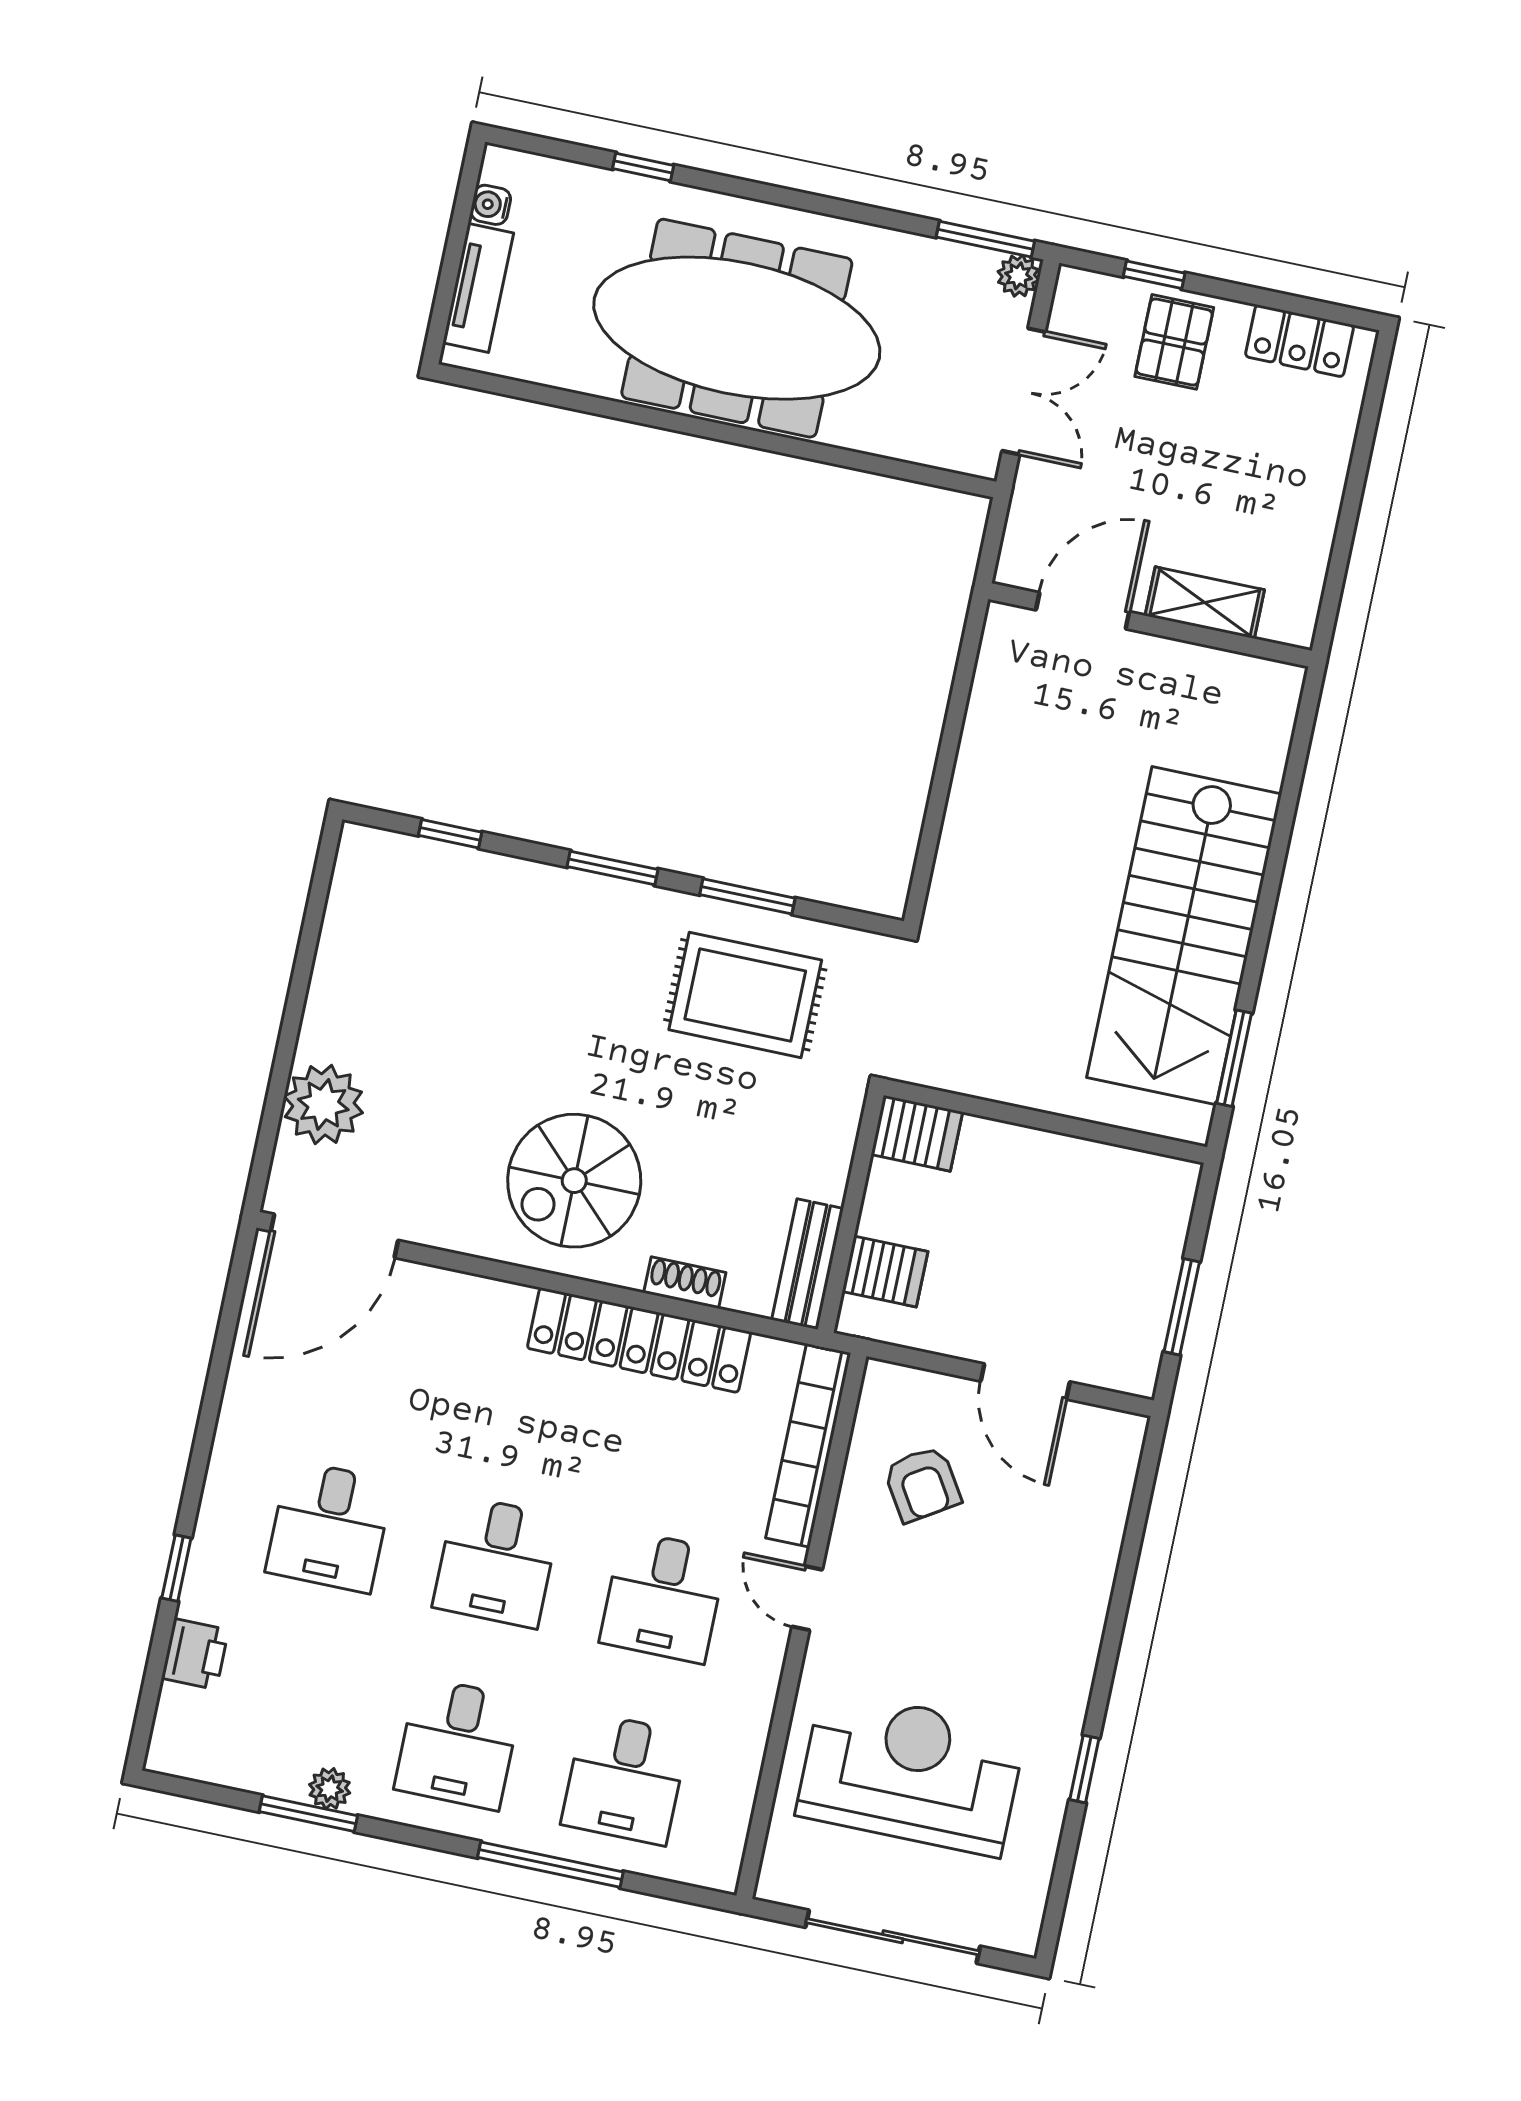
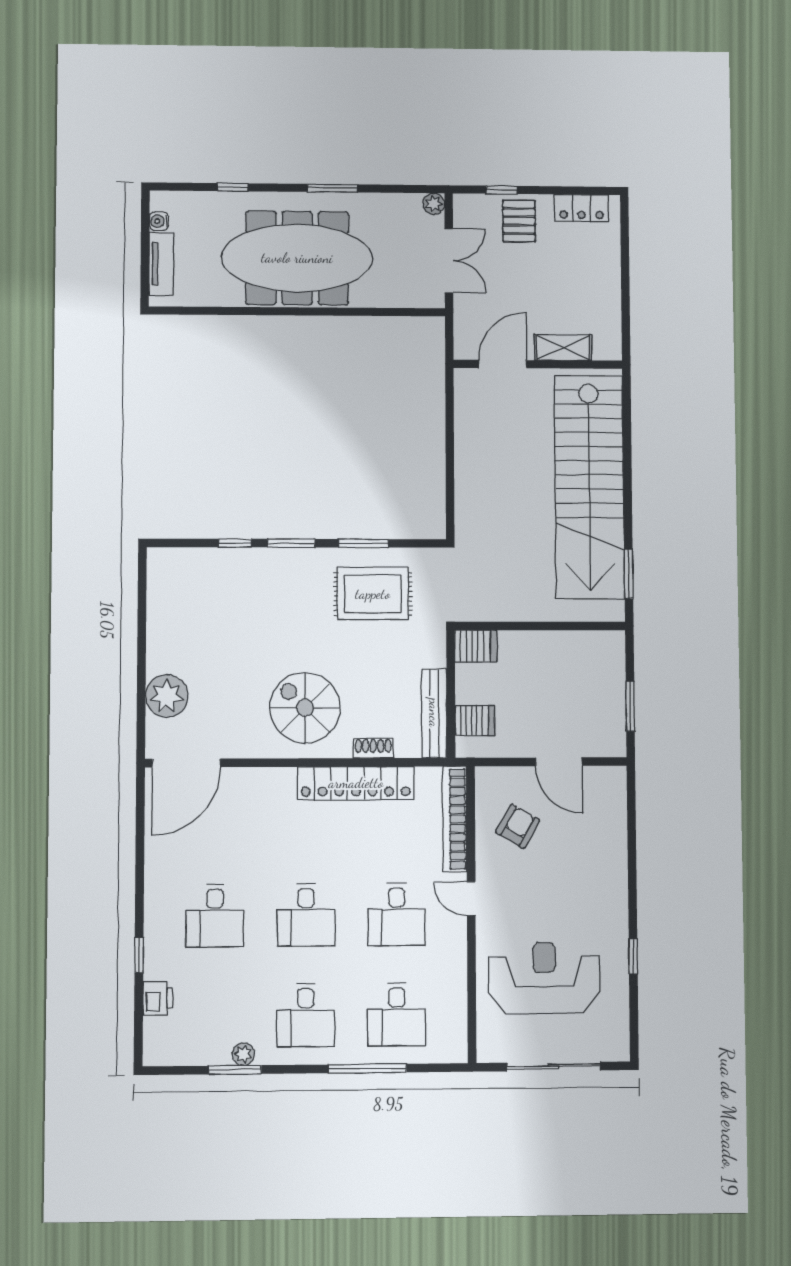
window: (985, 239) -> (333, 188), moved
window: (450, 834) -> (235, 543), moved
stairs: (1184, 936) -> (589, 487), width x1.36
spiral stairs: (574, 1181) -> (305, 708), turned 90
bench: (808, 1264) -> (434, 713), width x1.36
armchair: (922, 1484) -> (518, 826), turned -118

